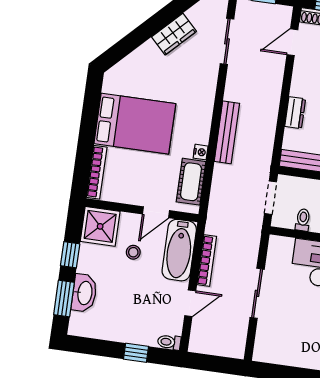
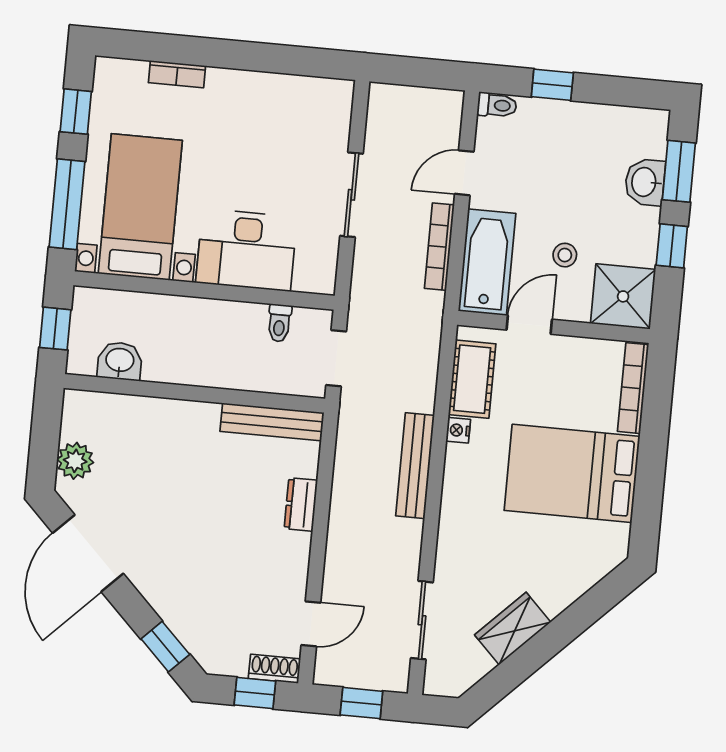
washbasin: (84, 293) -> (645, 182), width x0.72

